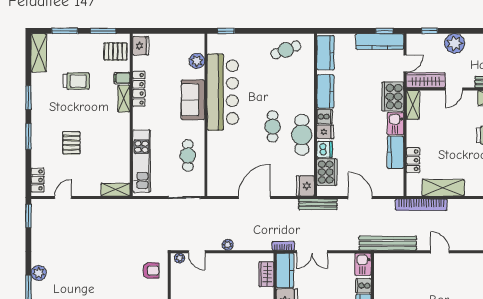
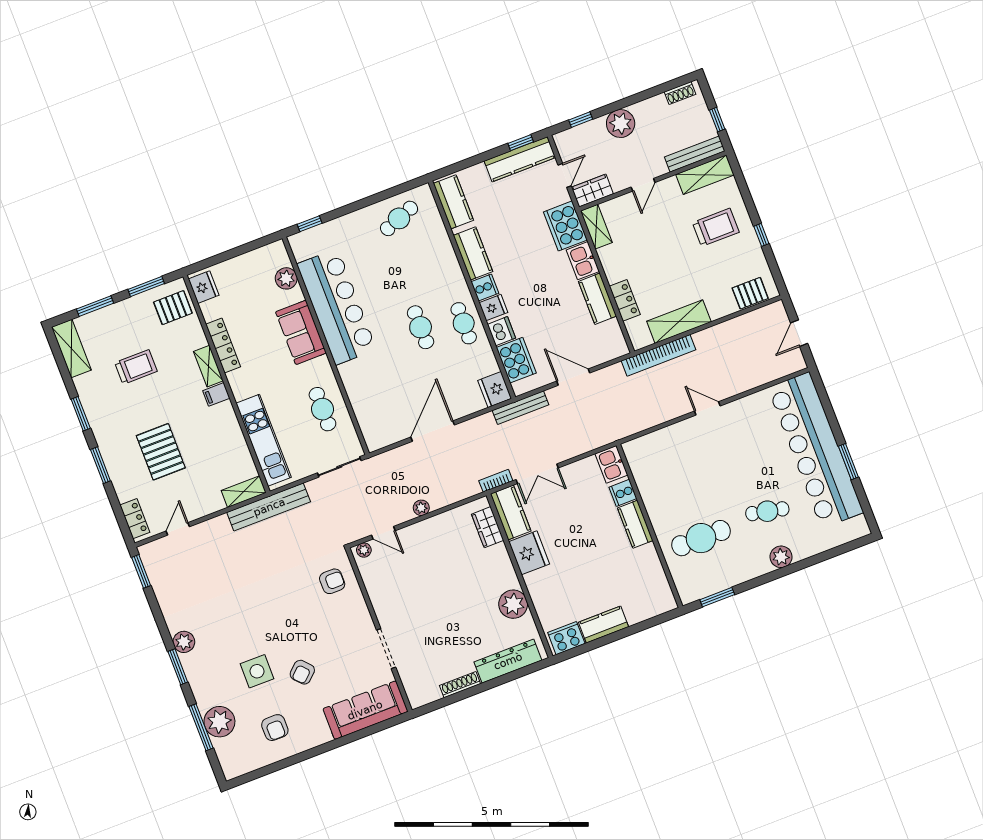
filing cabinet: (122, 78) -> (216, 394), moved
wardrobe: (426, 80) -> (592, 191), width x0.67
cafe table: (302, 135) -> (464, 323), width x0.73, depth x0.74
pallet: (71, 143) -> (161, 452), width x1.50, depth x1.42
bench: (388, 243) -> (269, 507), moved

